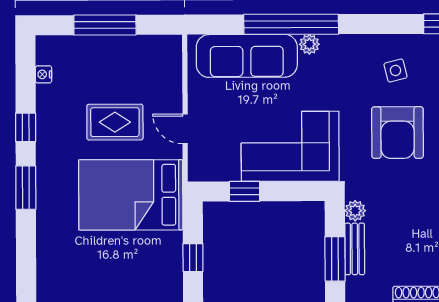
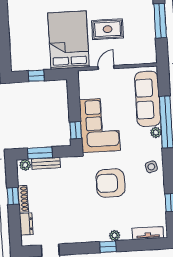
side table: (395, 70) -> (151, 167), moved
rug: (115, 122) -> (108, 29), turned 90
window: (245, 191) -> (76, 130), moved
plant: (355, 211) -> (25, 165), moved

